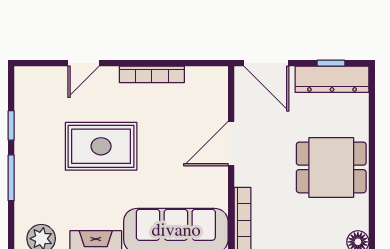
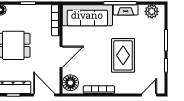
door: (84, 63) -> (149, 95), moved
floor lamp: (211, 89) -> (70, 83), added
rug: (101, 146) -> (123, 55), turned 90

